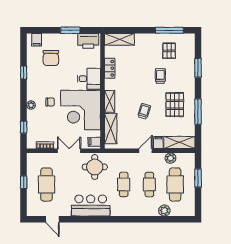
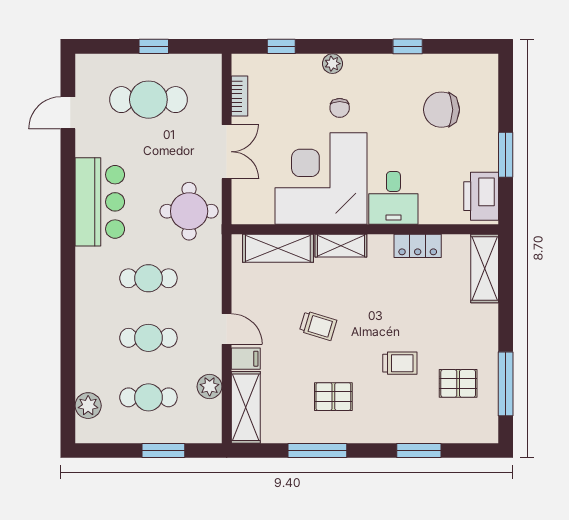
filing cabinet: (37, 40) -> (484, 77), removed
pallet: (175, 105) -> (333, 397), width x0.67, depth x0.71
filing cabinet: (94, 142) -> (247, 210), removed
cafe table: (175, 184) -> (148, 397), width x0.73, depth x0.74
plant: (164, 211) -> (88, 406), moved

